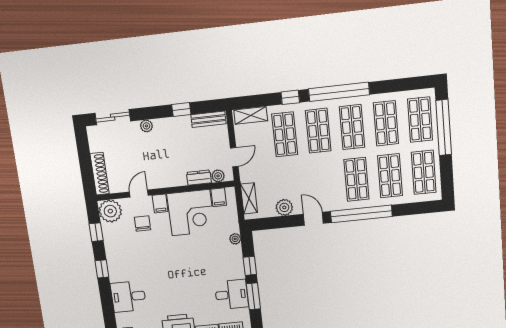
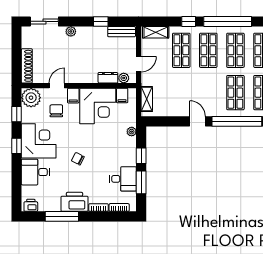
plant: (284, 207) -> (175, 110), removed
corner desk: (127, 261) -> (39, 141), added
chair: (176, 277) -> (78, 159), added

